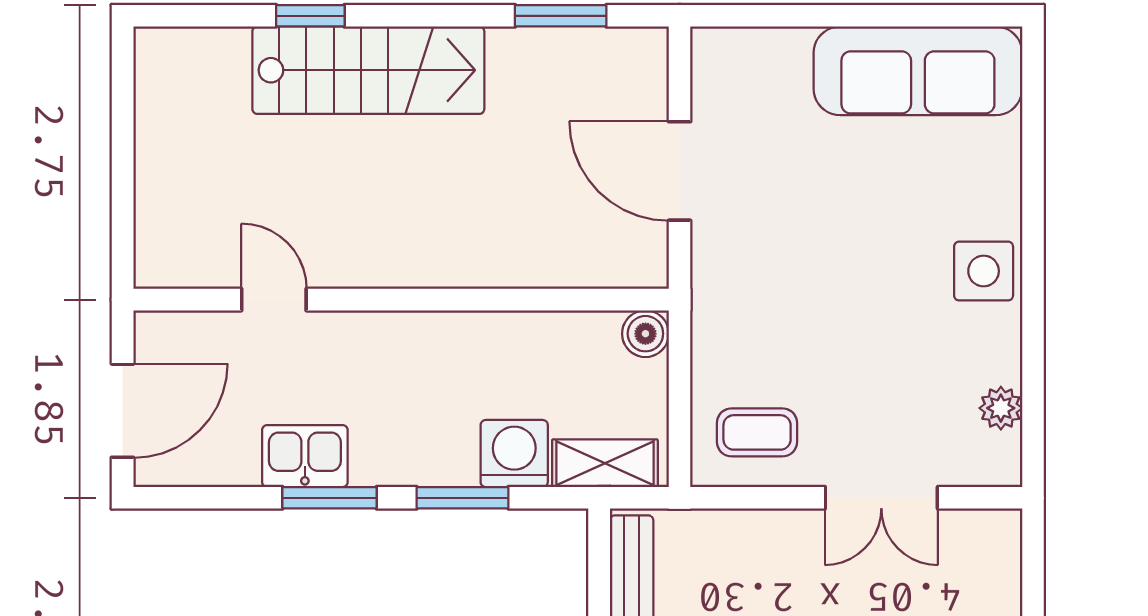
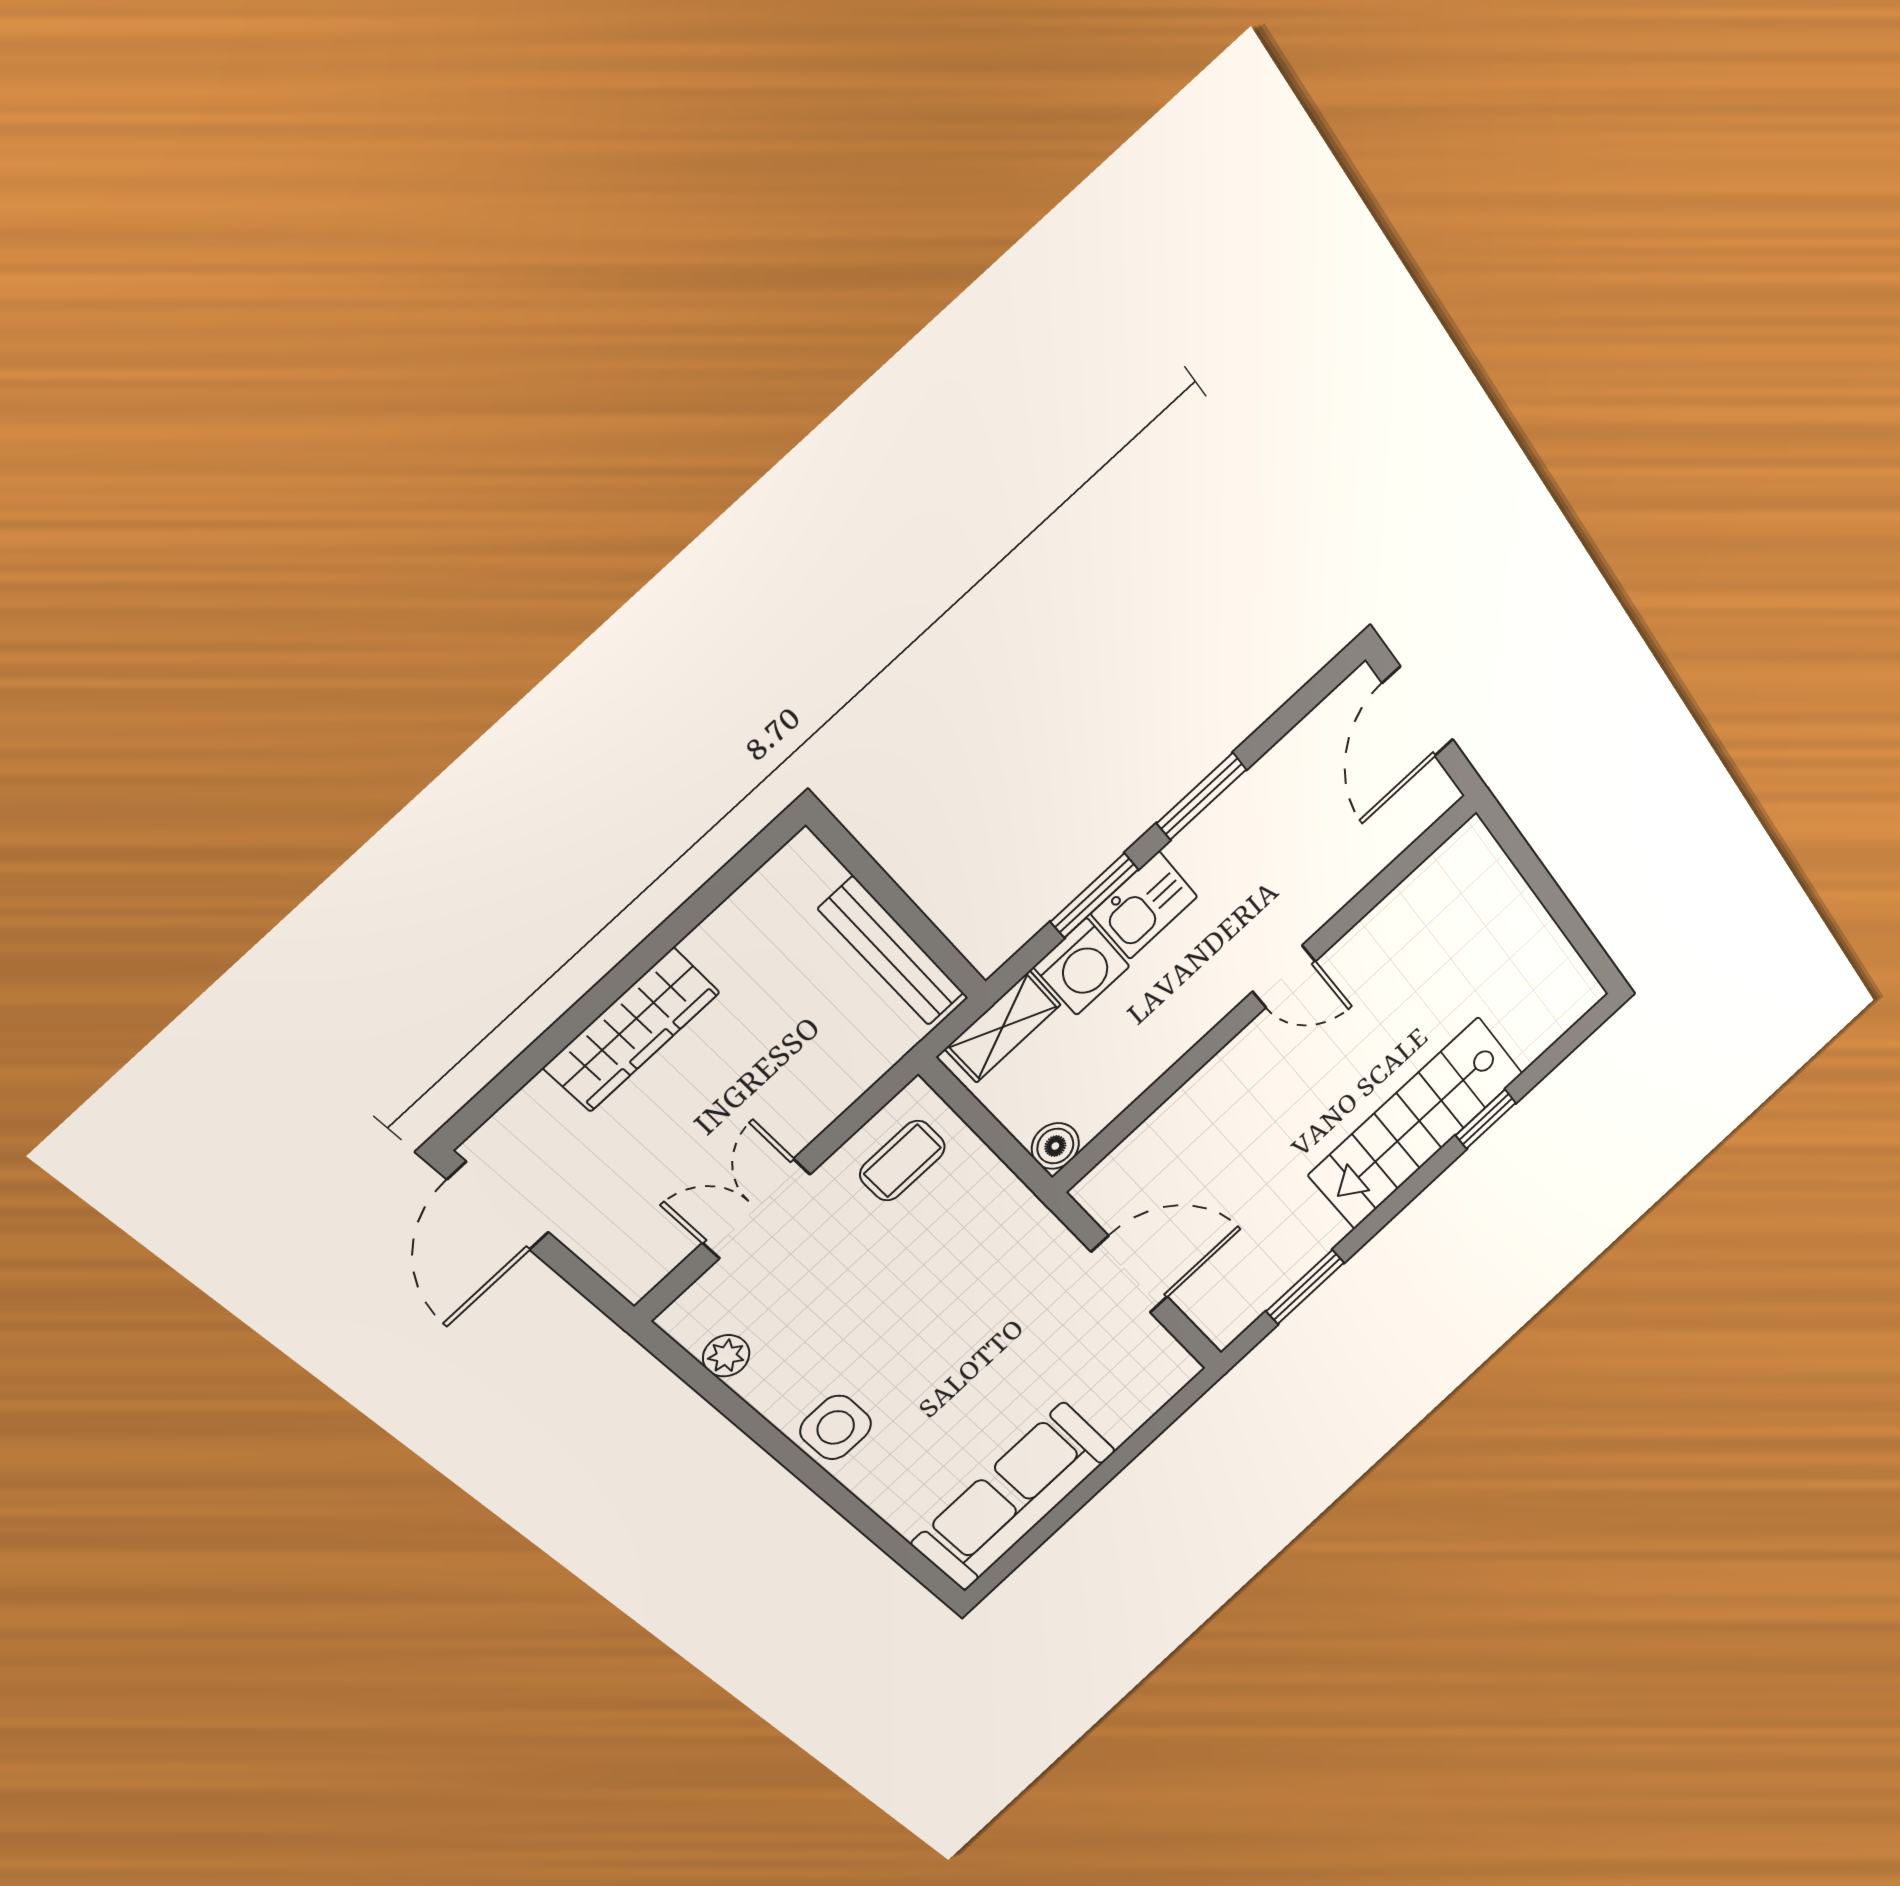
door: (274, 300) -> (1284, 976), moved
kitchen sink: (305, 456) -> (1144, 905), moved

